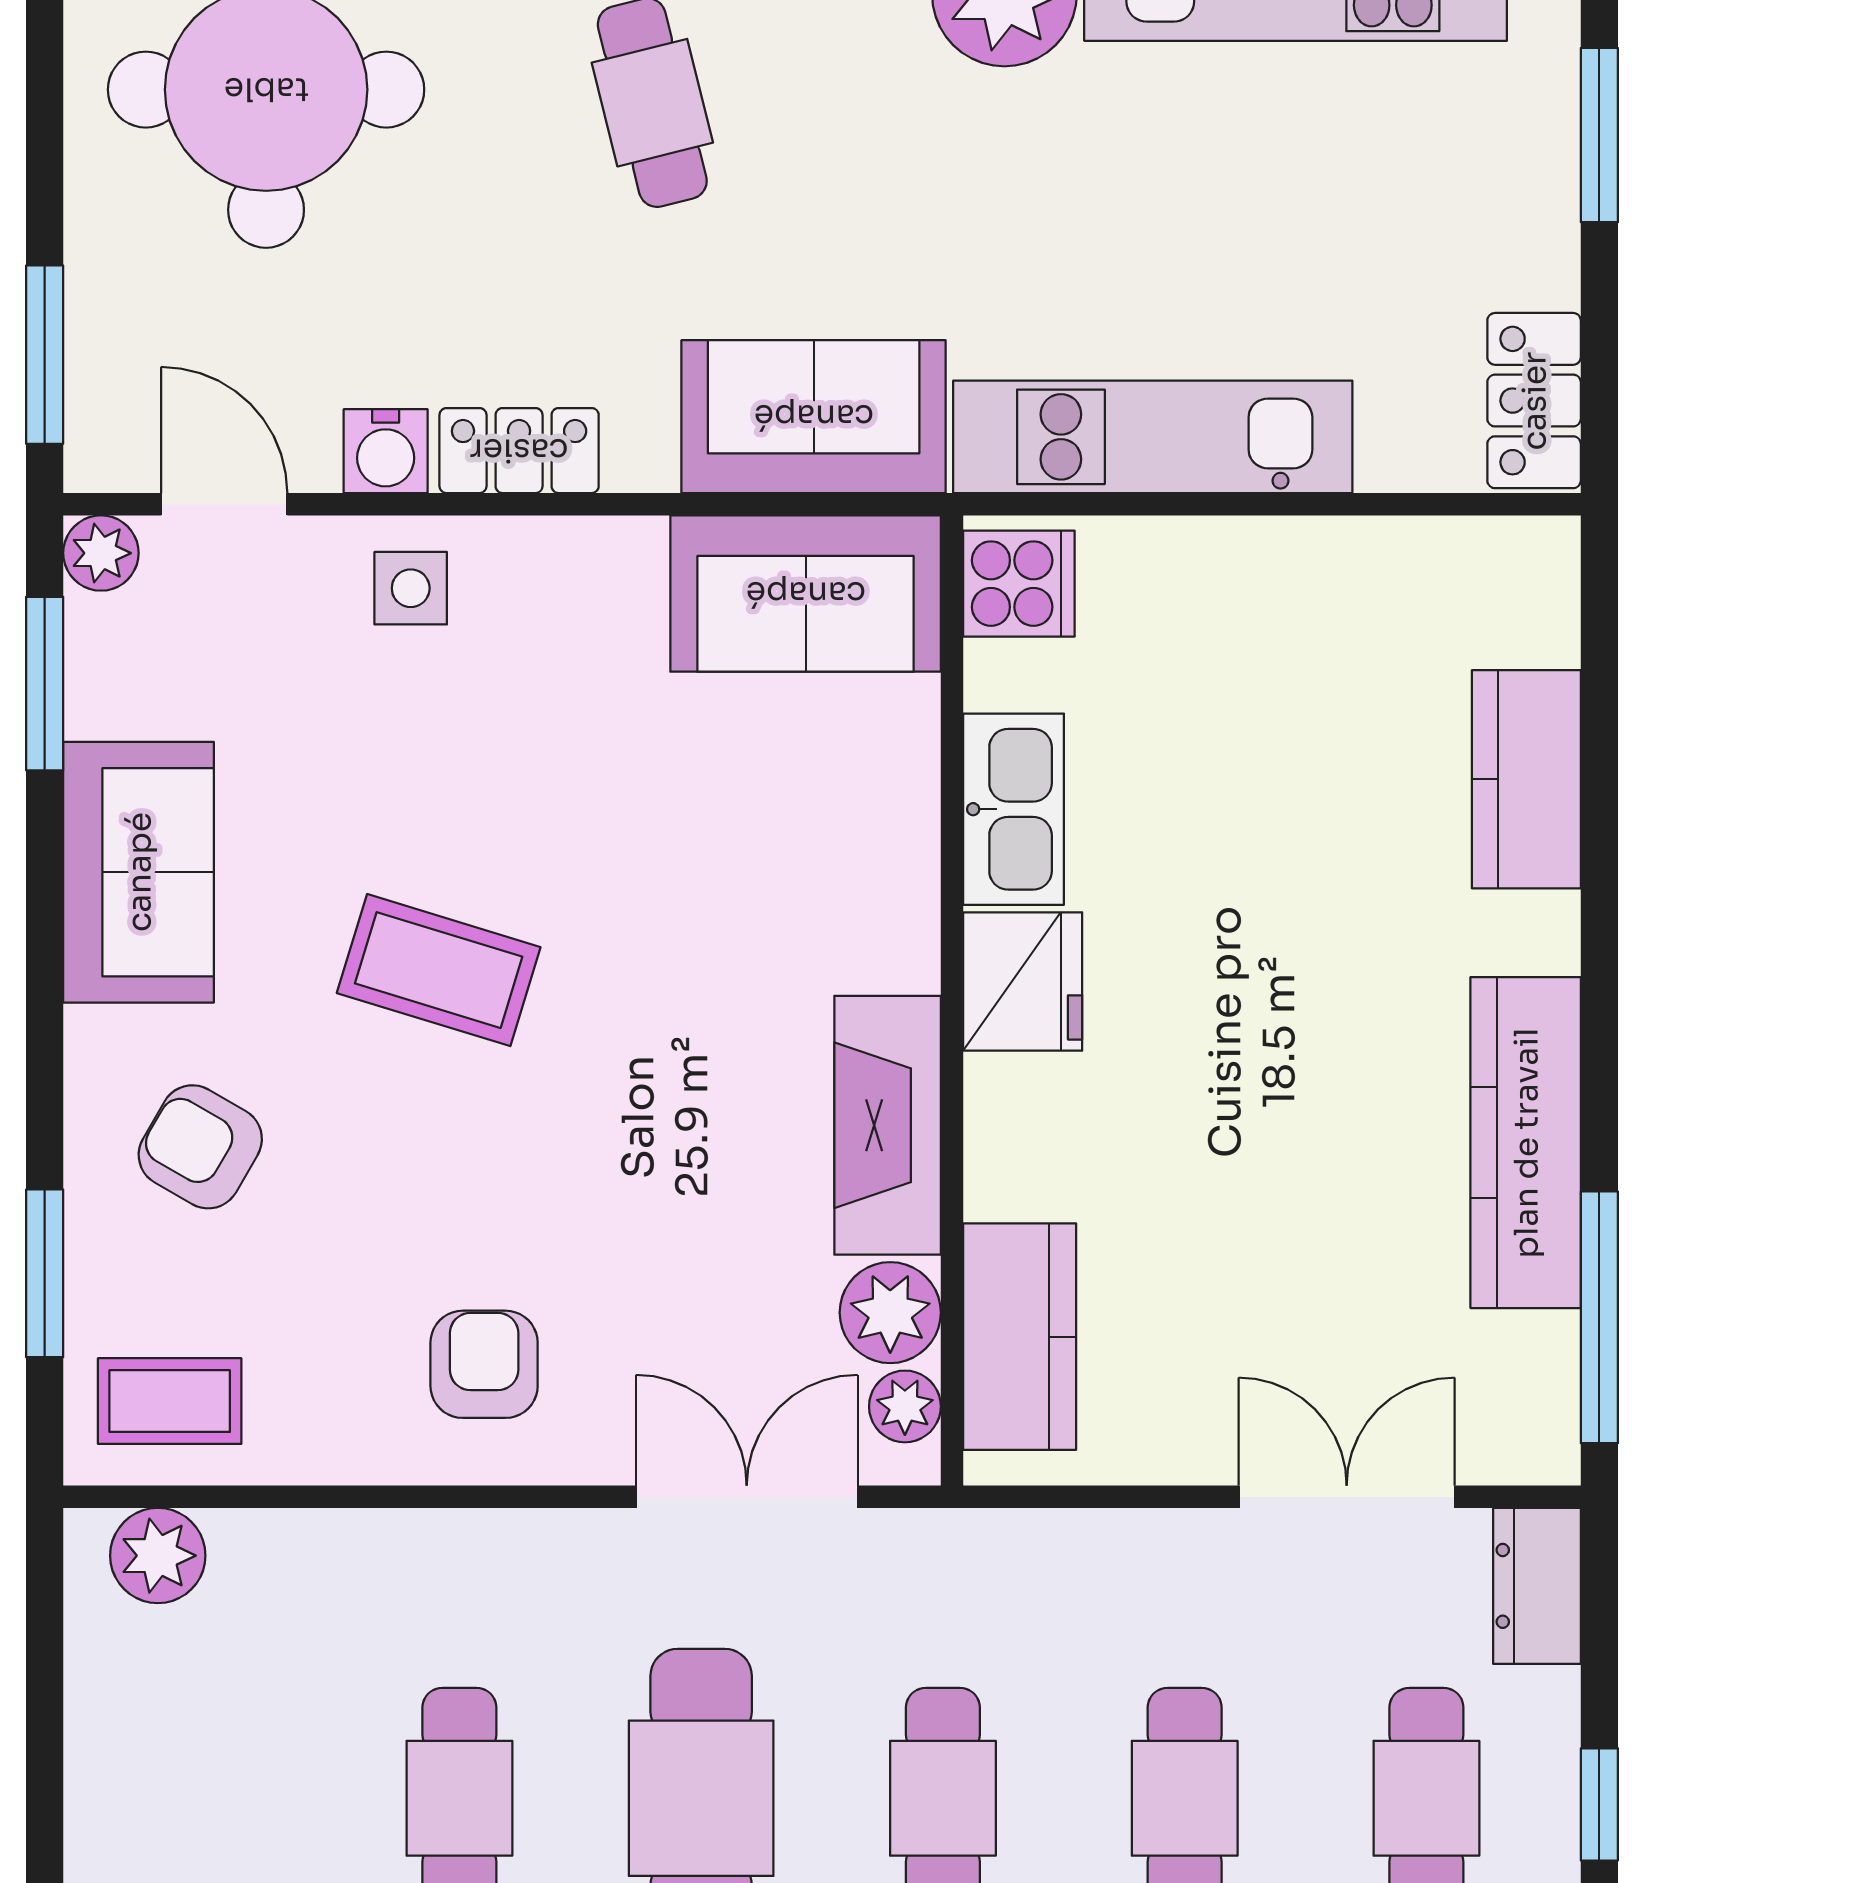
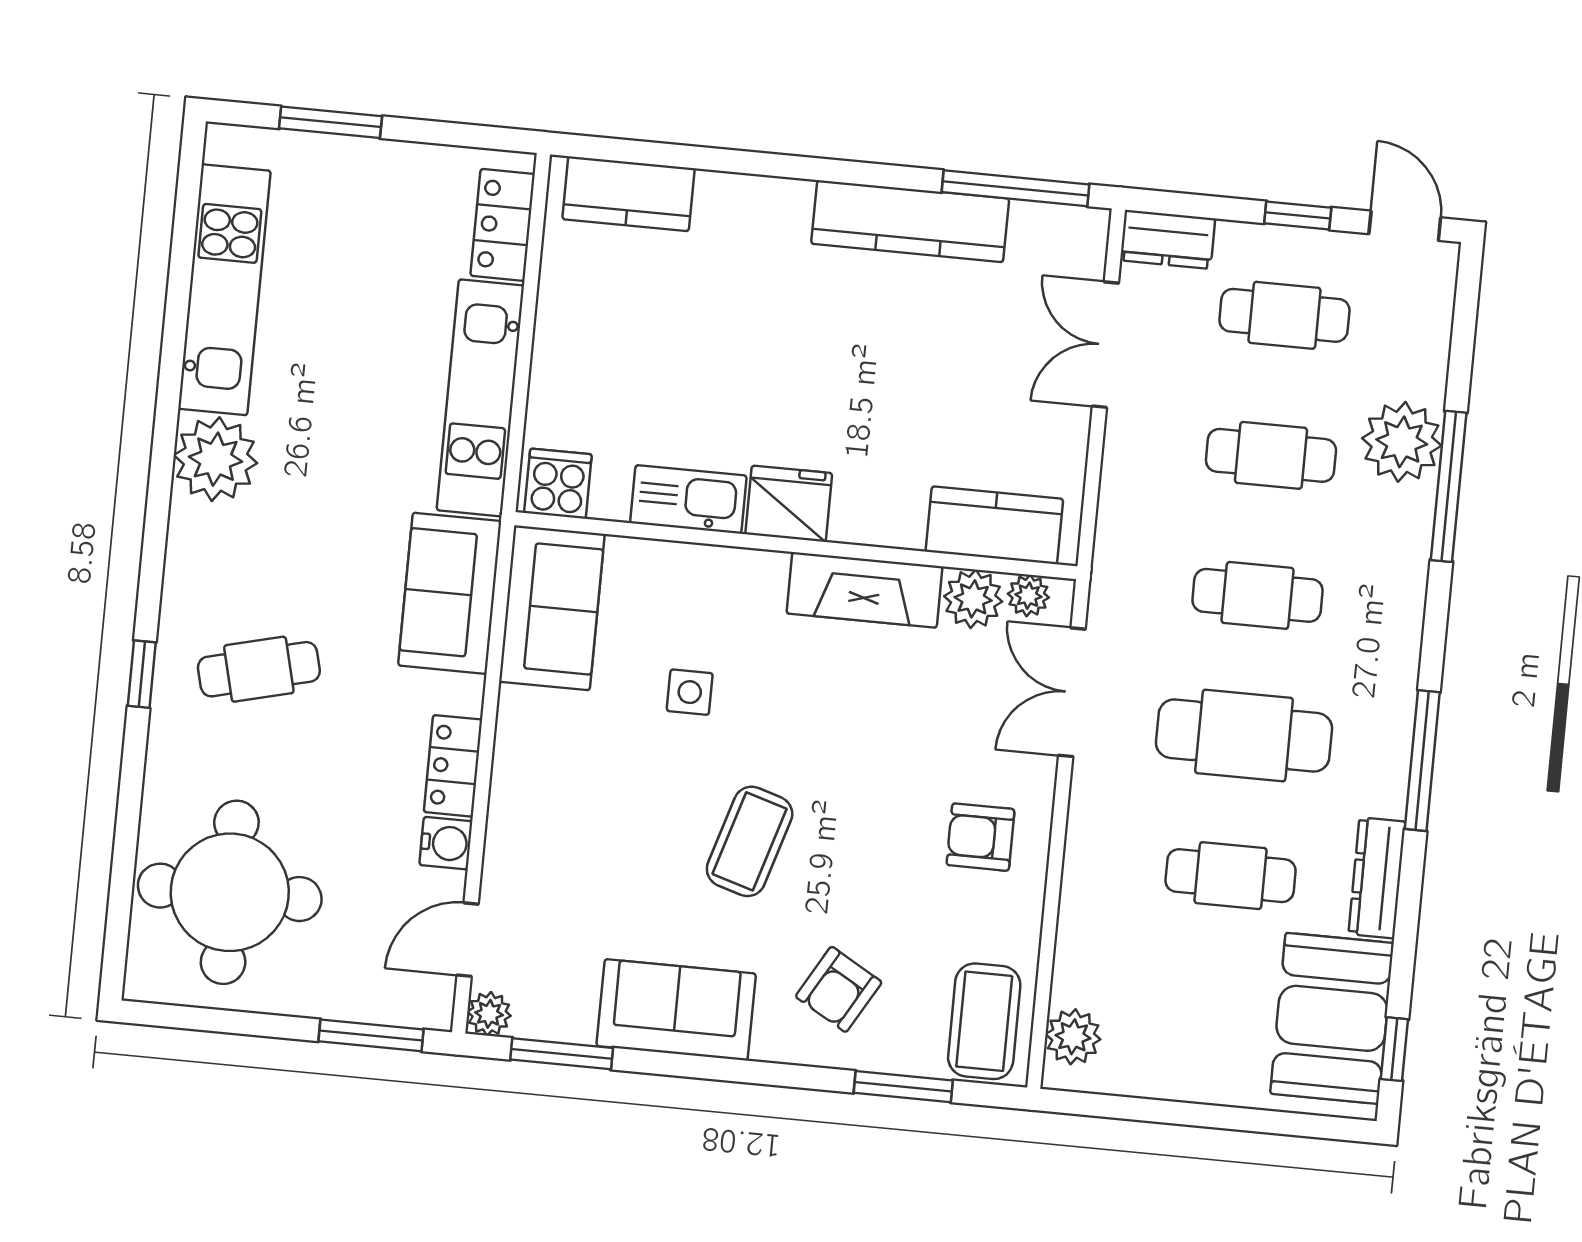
locker: (1534, 401) -> (503, 225), moved, turned 90
side table: (411, 588) -> (690, 692), moved
kitchen counter: (1526, 779) -> (629, 194), moved
coffee table: (170, 1401) -> (984, 1021), width x1.36, depth x1.30

